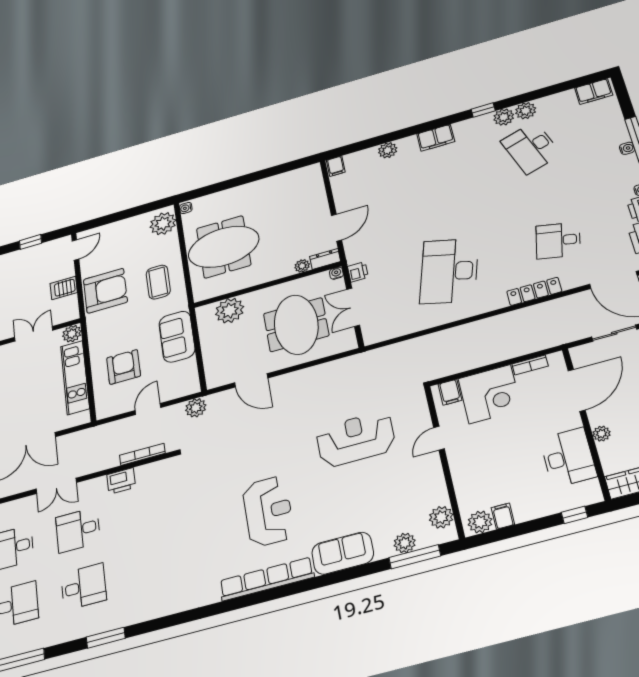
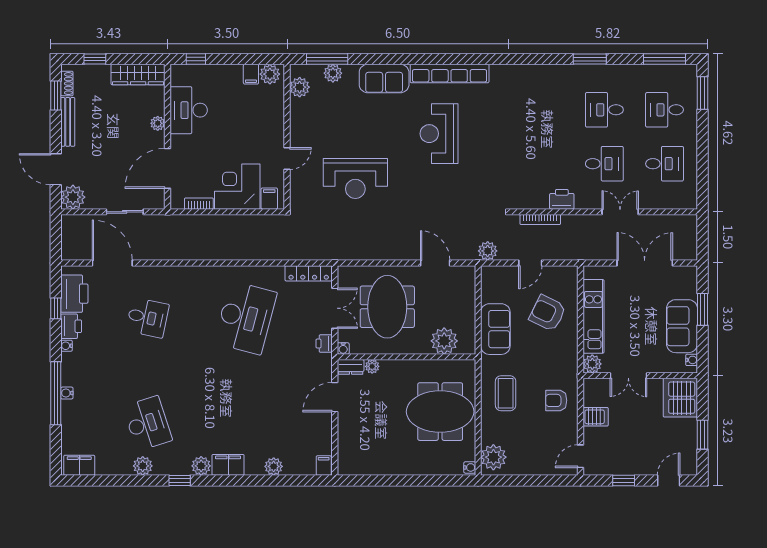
plant: (504, 117) -> (201, 466), moved
armchair: (105, 291) -> (556, 400), width x0.53, depth x0.53
locker: (534, 291) -> (309, 273), moved
armchair: (124, 367) -> (548, 313), turned 116

